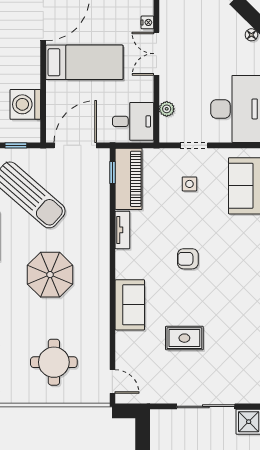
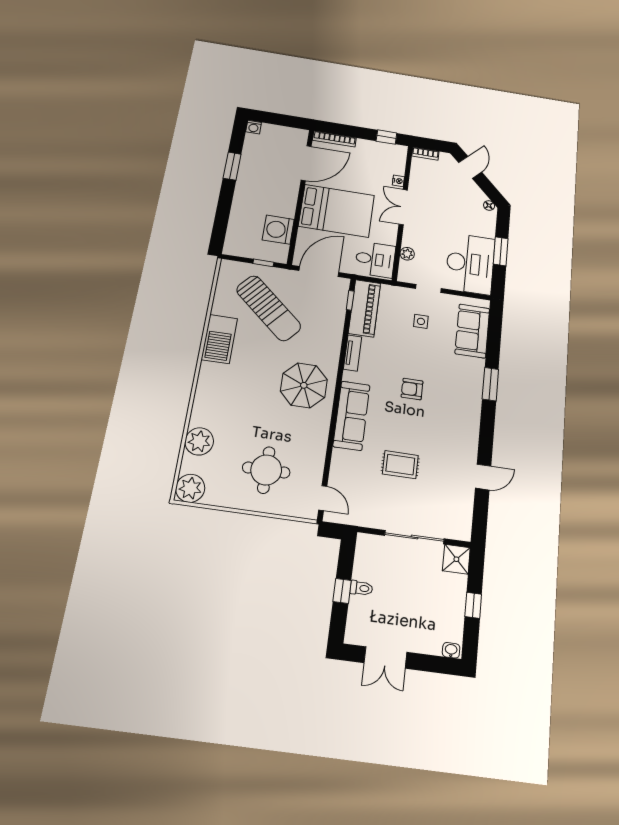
bed: (84, 62) -> (337, 211), width x1.50
parasol: (50, 275) -> (304, 385), moved
sofa: (130, 305) -> (352, 416), width x1.36

